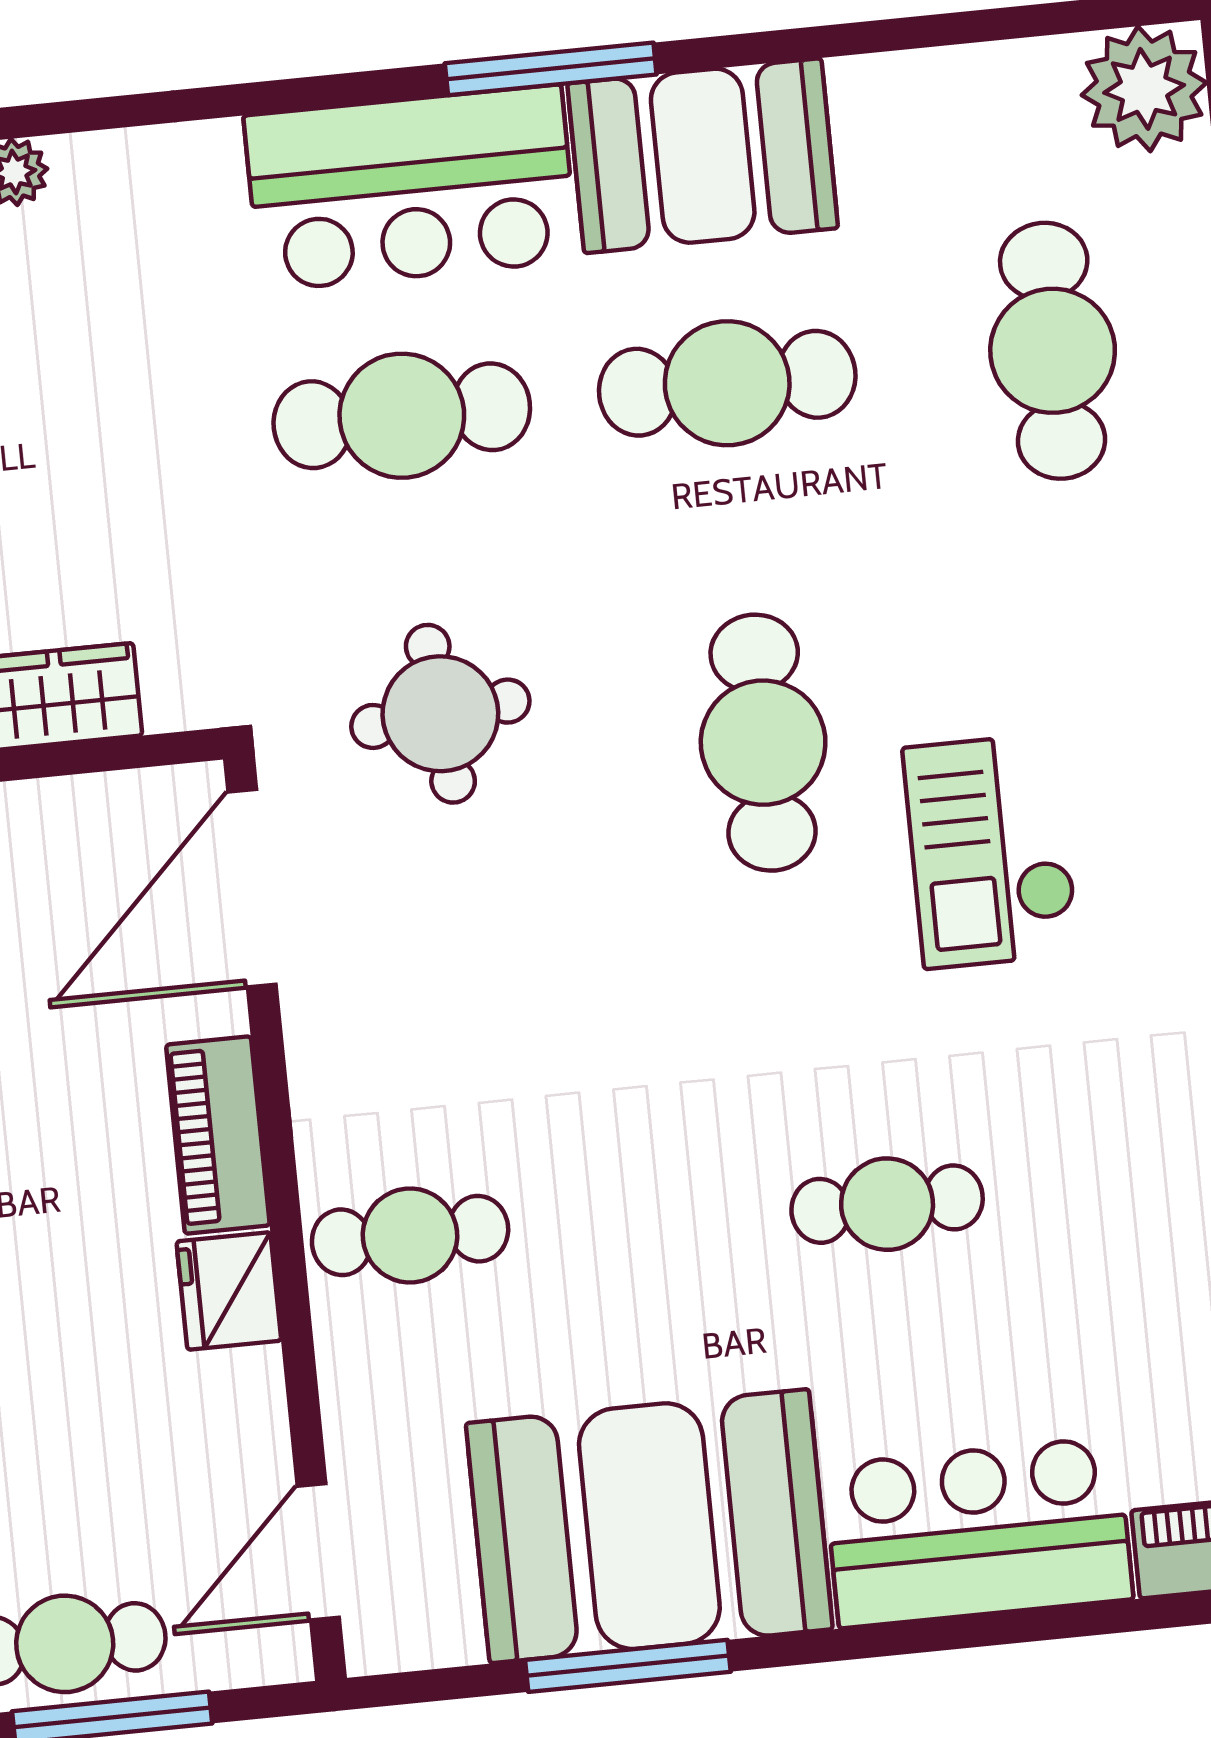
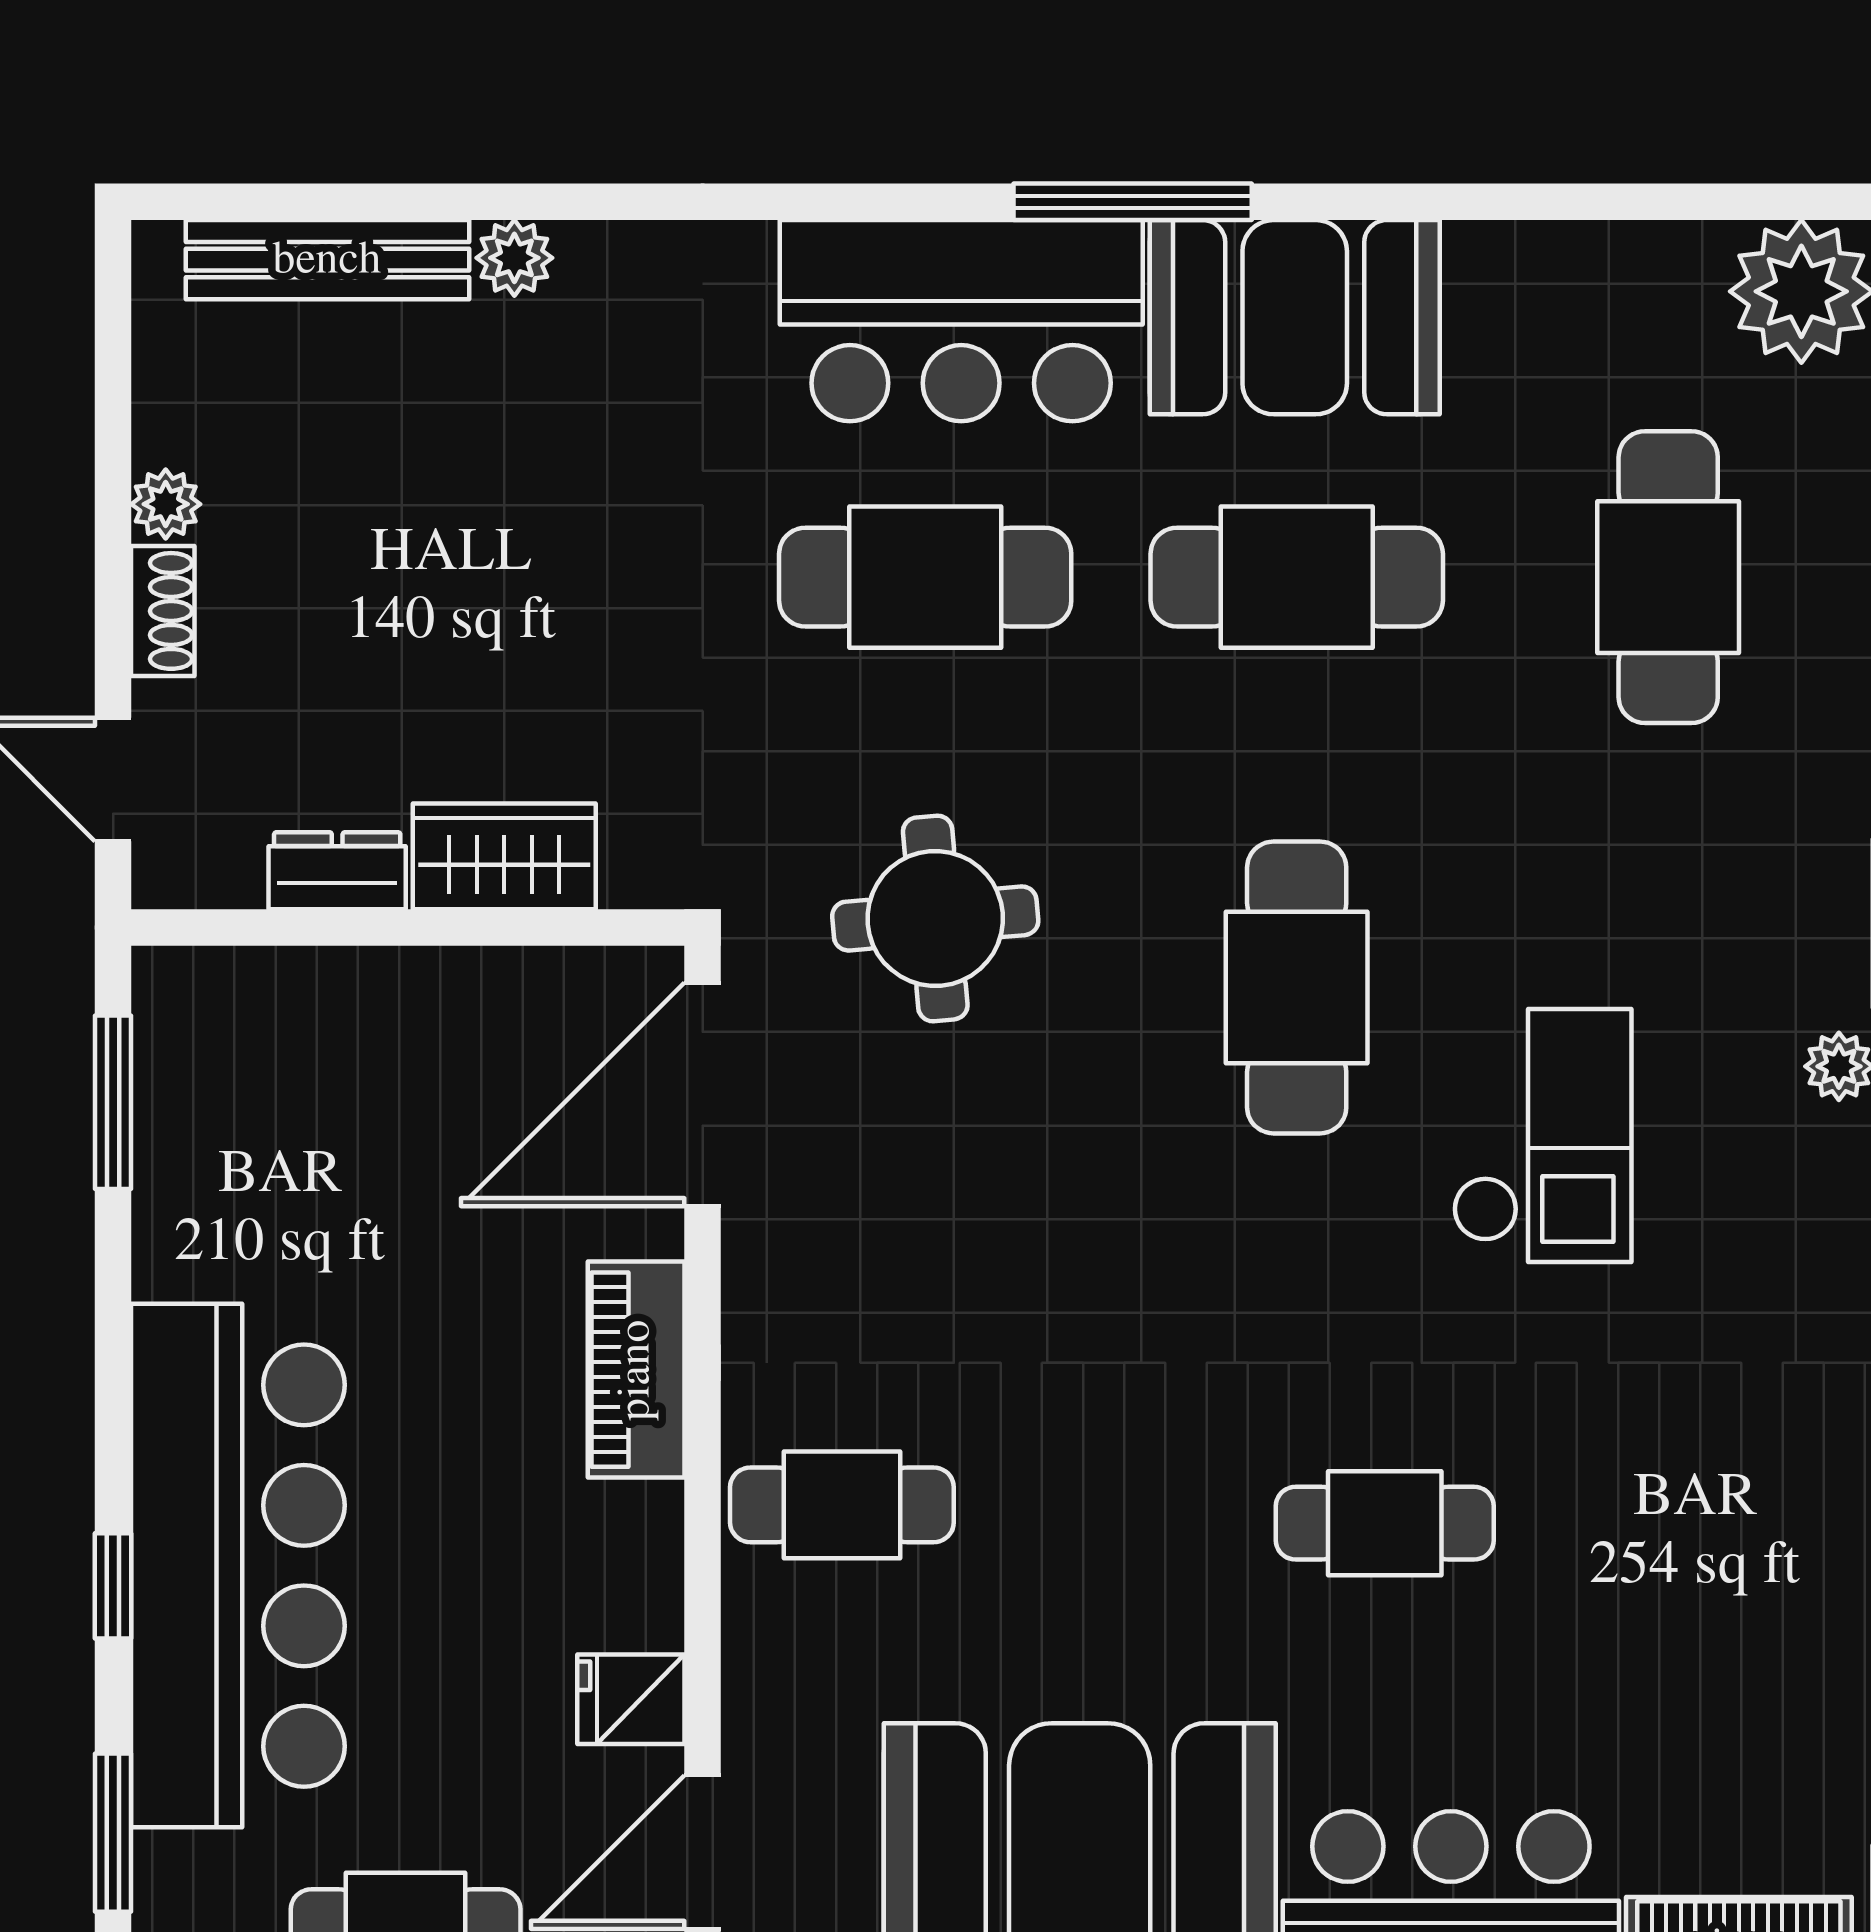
checkout: (991, 851) -> (1542, 1136), turned 180
fridge: (229, 1291) -> (631, 1699), moved, width x0.72

